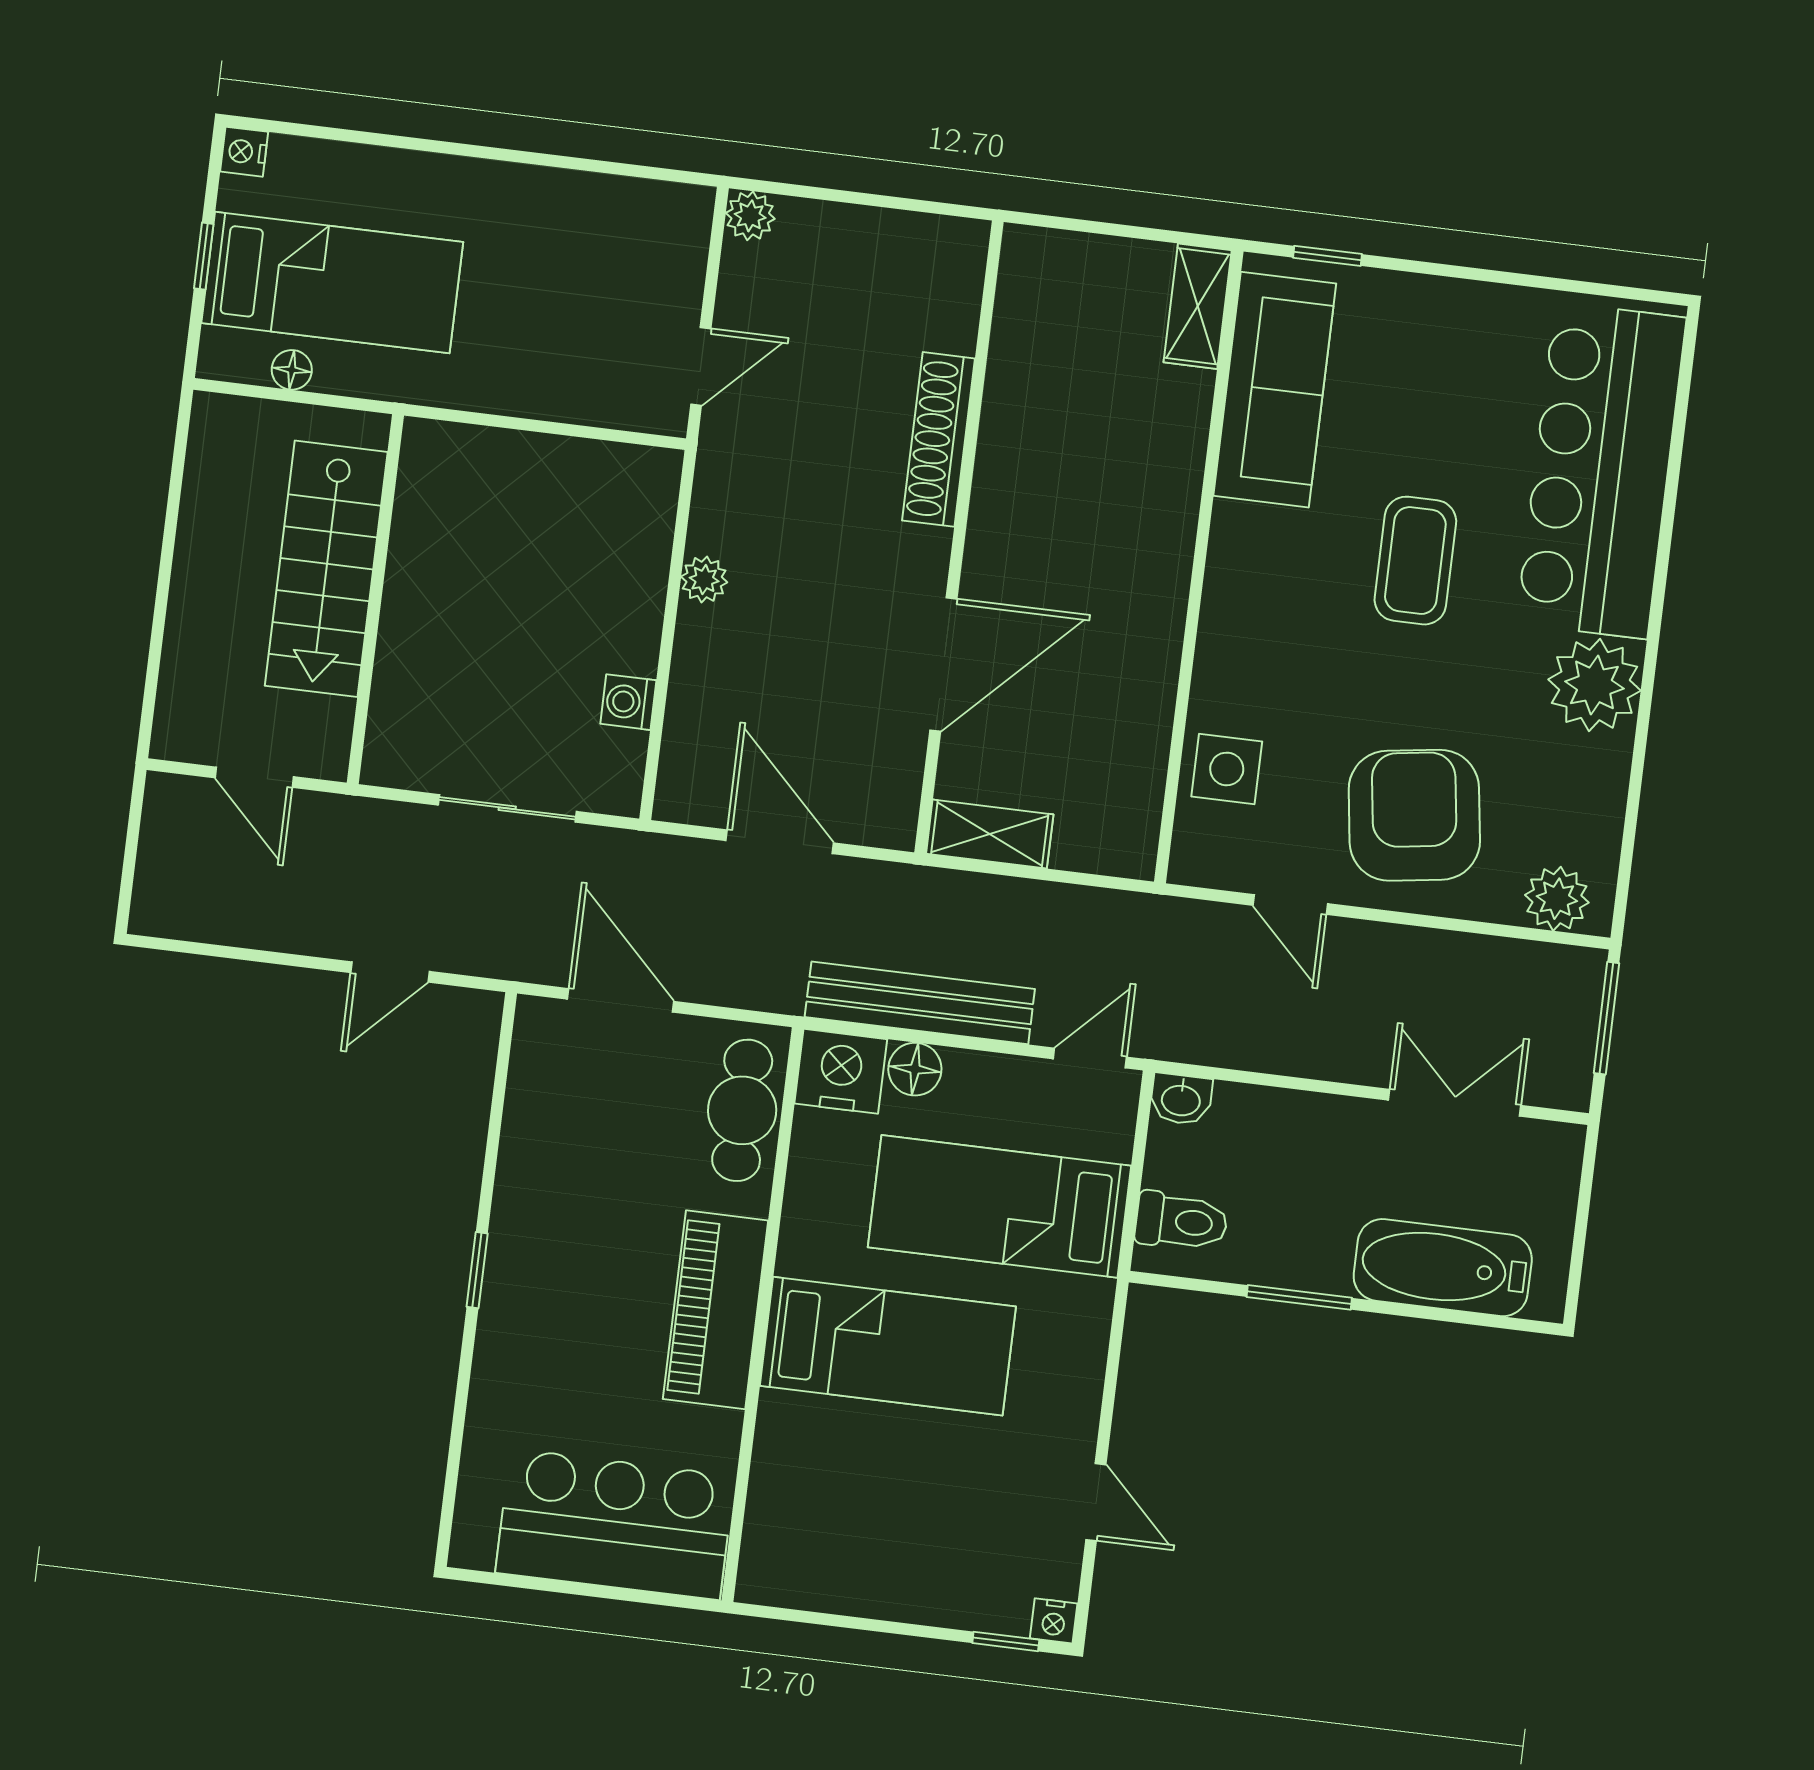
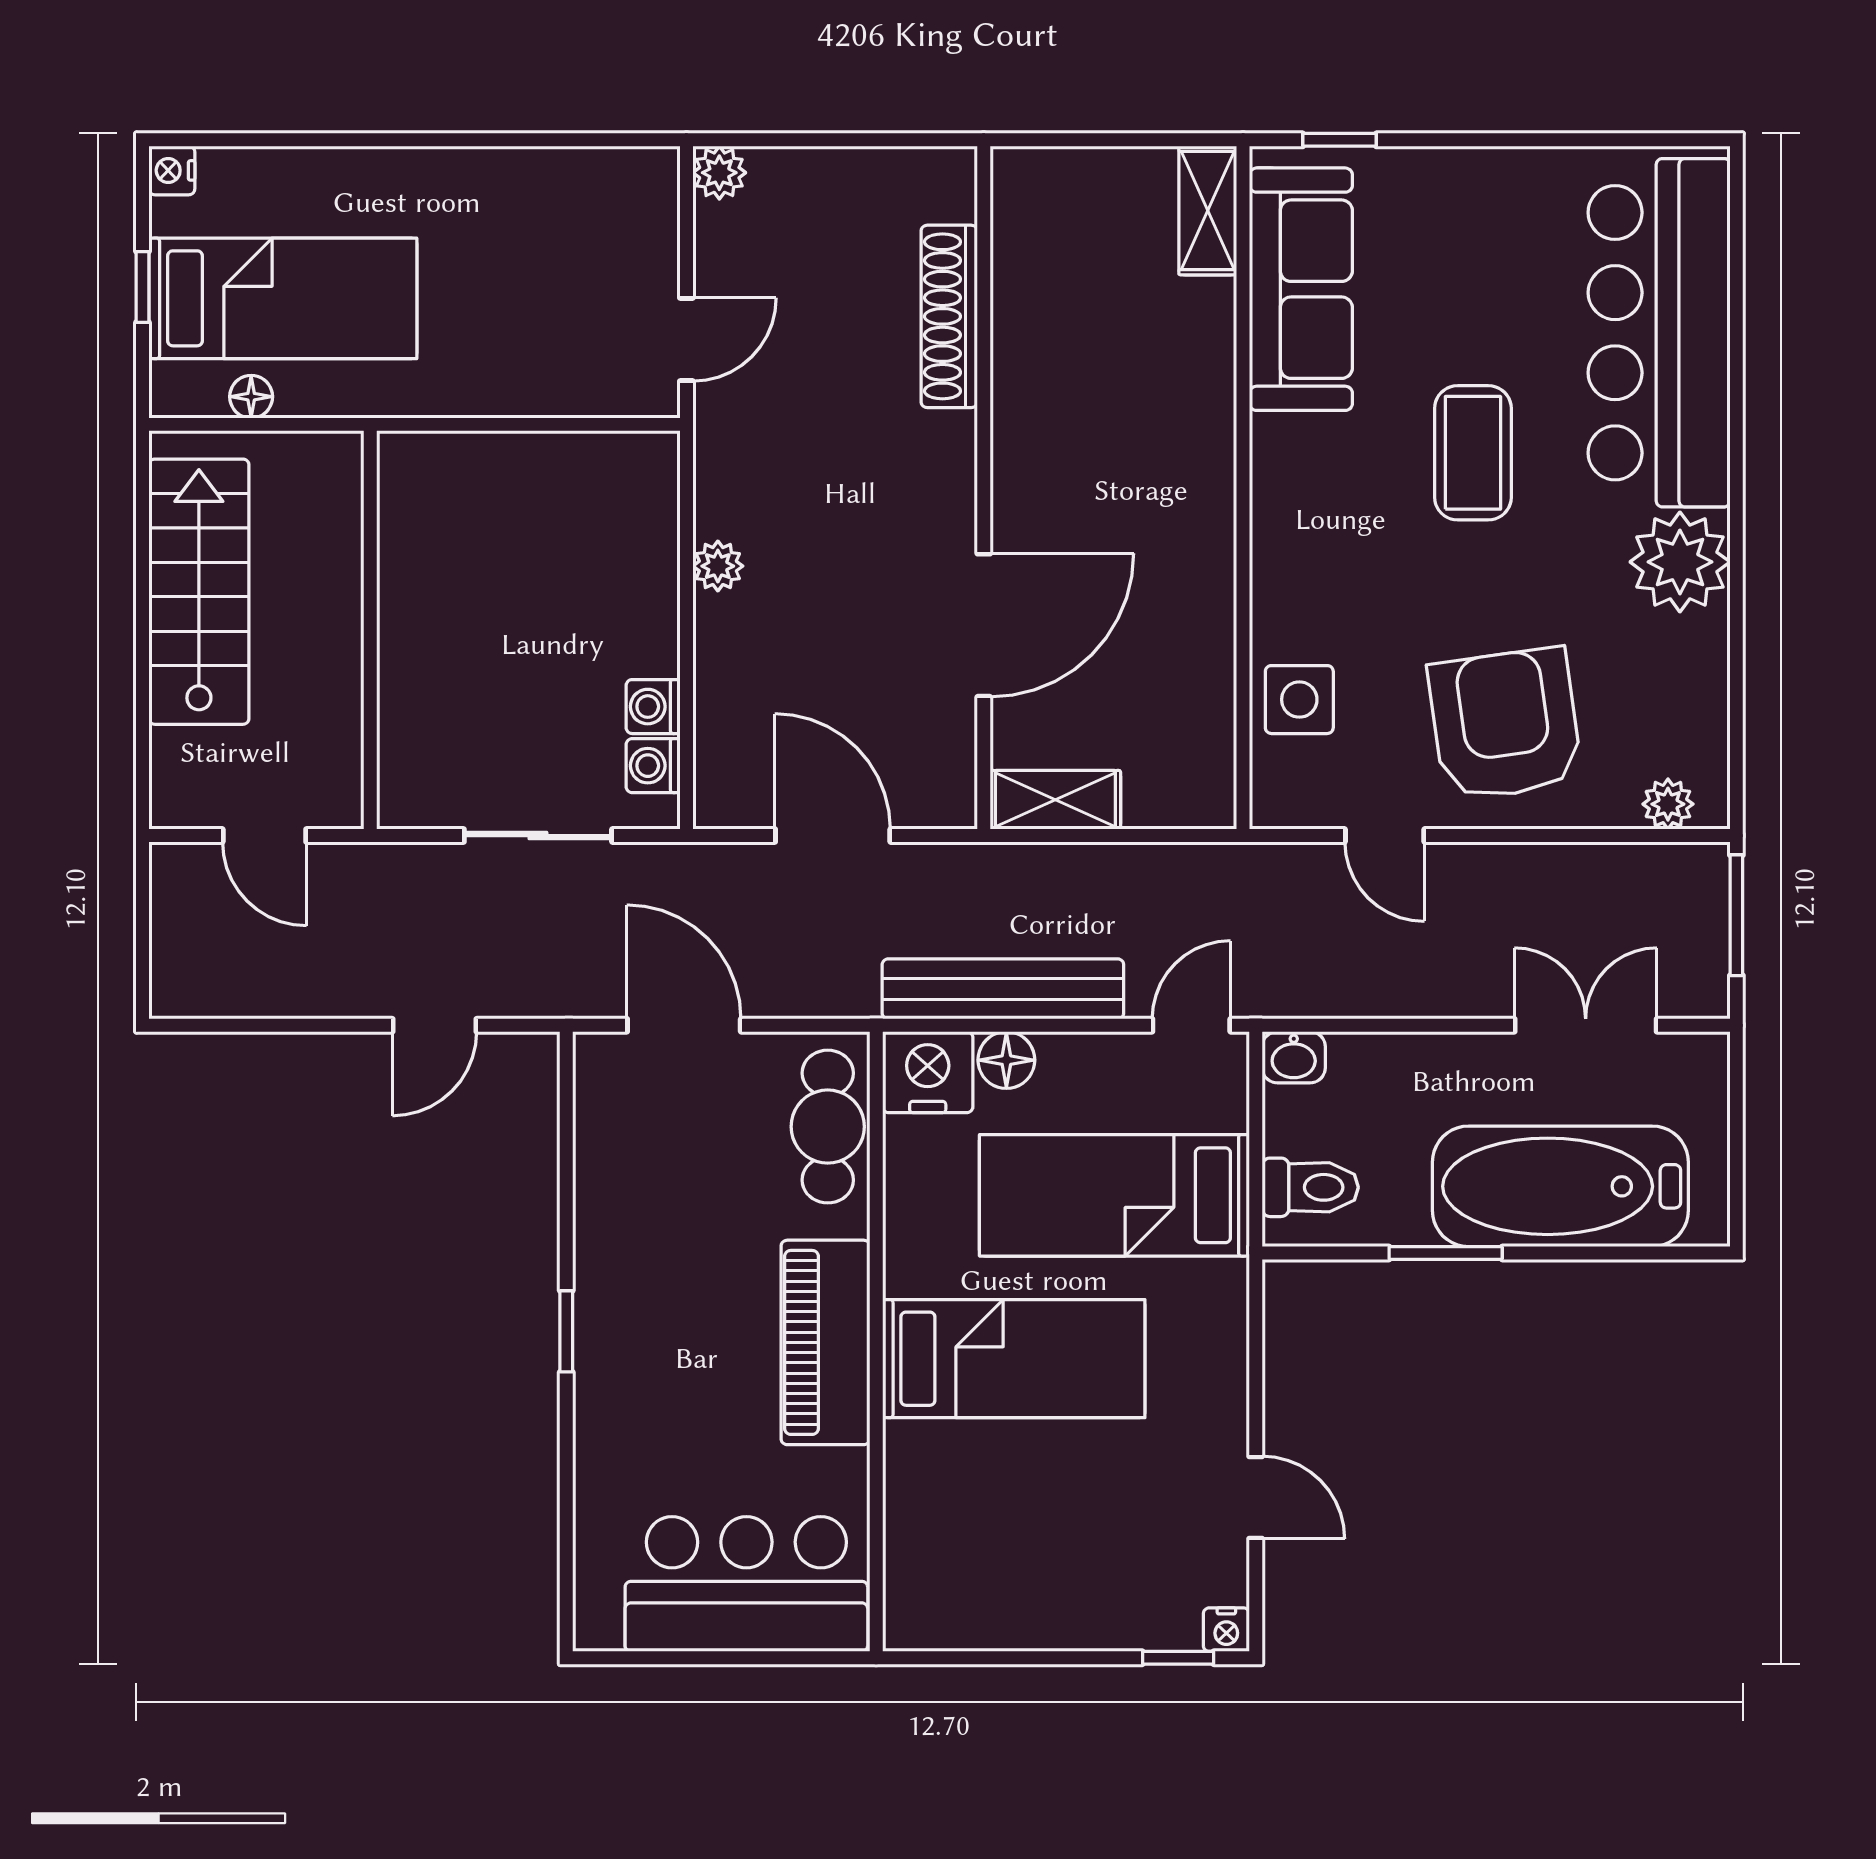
shoe rack: (939, 439) -> (949, 316), moved
stairs: (326, 569) -> (199, 592), moved, turned 180
washing machine: (622, 757) -> (653, 766), added
plant: (1557, 899) -> (1668, 804), width x0.73, depth x0.73
bathtub: (1443, 1268) -> (1560, 1186), width x1.36, depth x1.36

